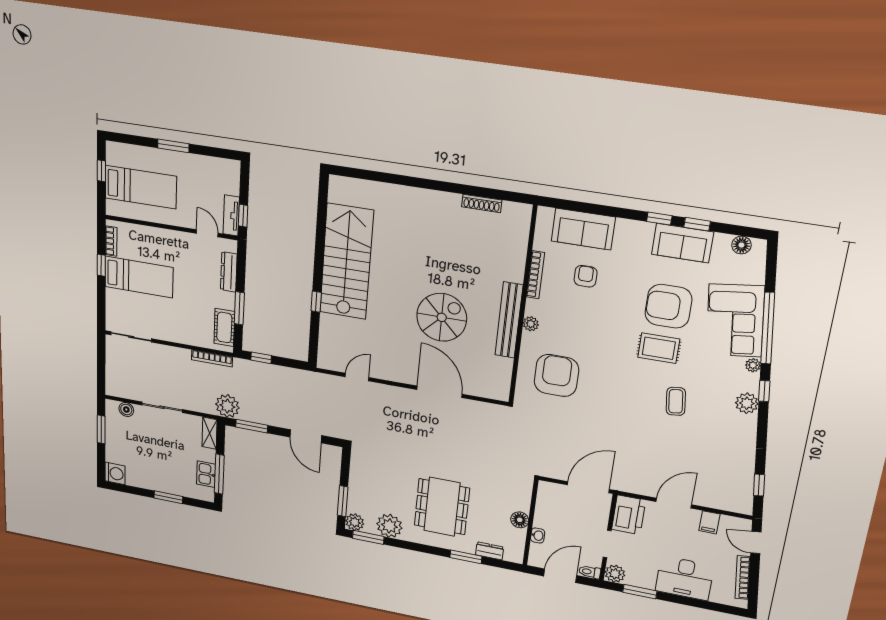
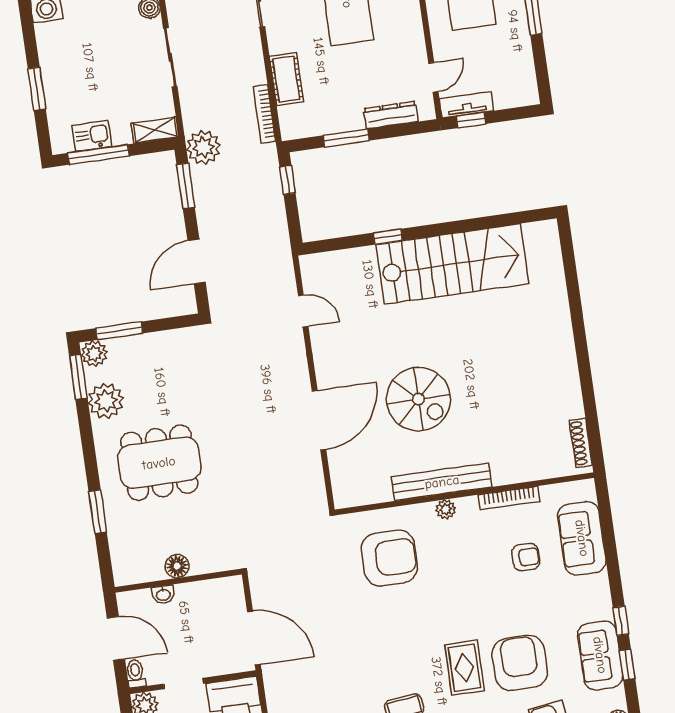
shoe rack: (482, 203) -> (581, 443), moved
cot: (224, 327) -> (286, 79), moved, turned 90
dresser: (490, 551) -> (118, 540), removed

